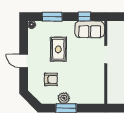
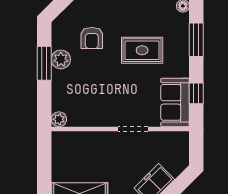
plant: (100, 99) -> (59, 119), added

